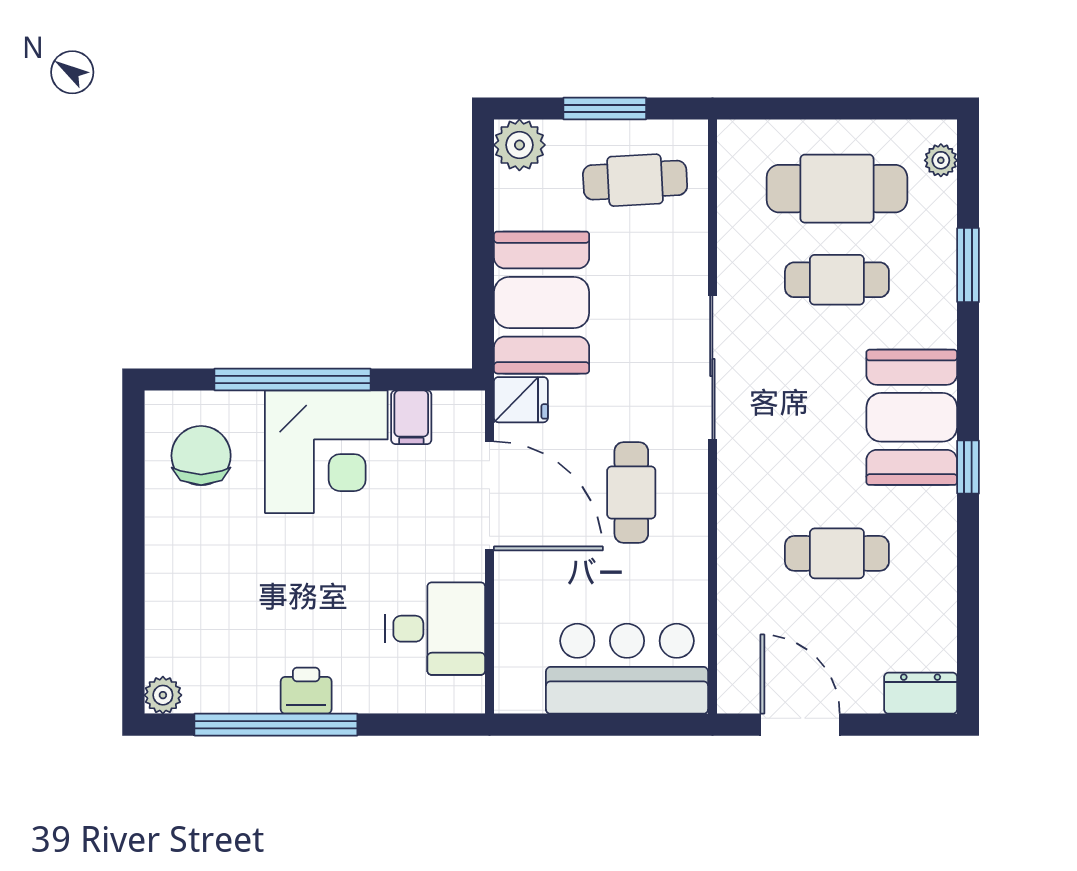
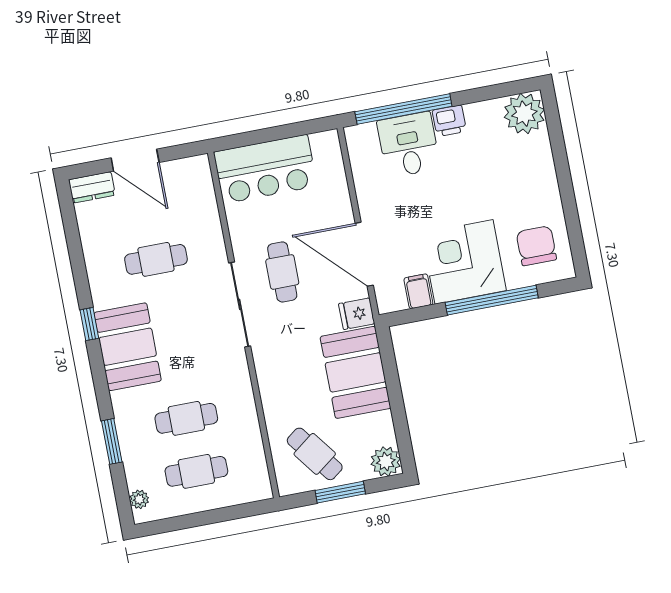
cafe table: (635, 180) -> (315, 454), turned 56
cafe table: (837, 189) -> (196, 471), width x0.73, depth x0.74
sliding door: (712, 368) -> (240, 304), moved
chair: (201, 456) -> (536, 246), turned 180
desk: (435, 629) -> (409, 145), moved, turned 90
plant: (163, 695) -> (524, 114), width x1.87, depth x1.87
window: (276, 725) -> (403, 109), moved
door: (800, 725) -> (135, 160), moved

